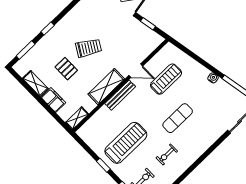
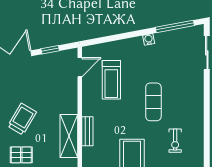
door: (136, 71) -> (80, 67), moved
treadmill: (166, 79) -> (111, 80), turned 180
bench: (120, 95) -> (87, 131), width x0.73

